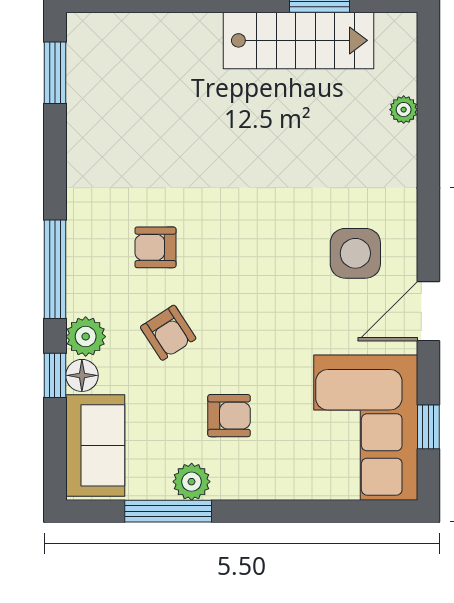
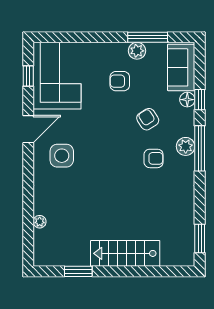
stairs: (299, 40) -> (125, 253), moved
plant: (86, 337) -> (186, 146), moved

